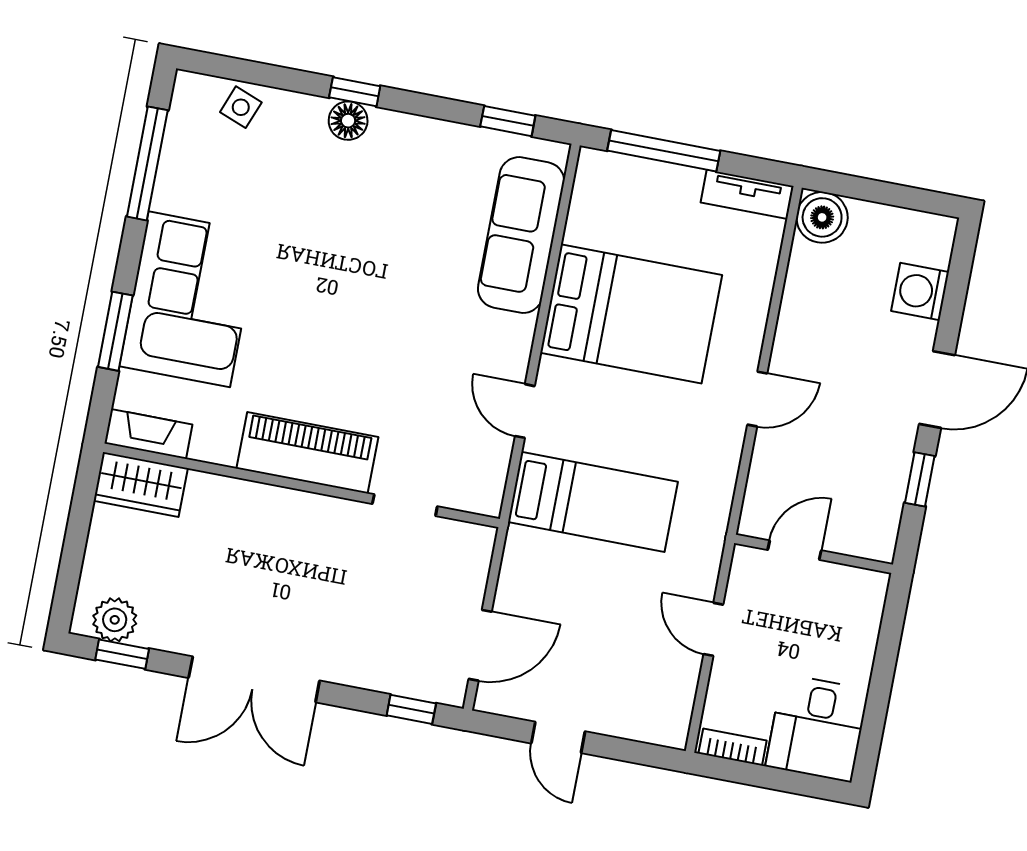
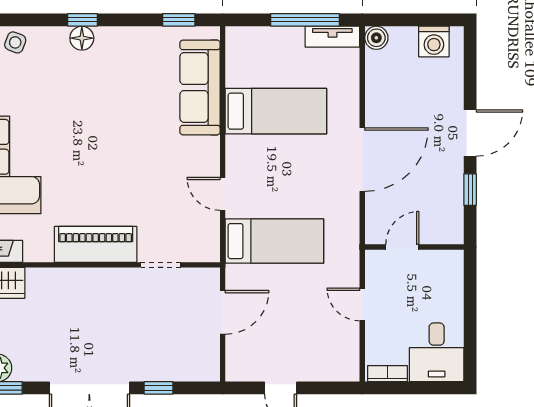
window: (664, 151) -> (305, 20), moved
boiler: (822, 217) -> (376, 38), width x0.73, depth x0.73
washing machine: (920, 291) -> (434, 42), moved, turned -90
bed: (631, 314) -> (276, 111), width x0.67
door: (757, 399) -> (362, 160), width x1.87
door: (480, 645) -> (223, 312), moved
window: (411, 709) -> (159, 388), moved

